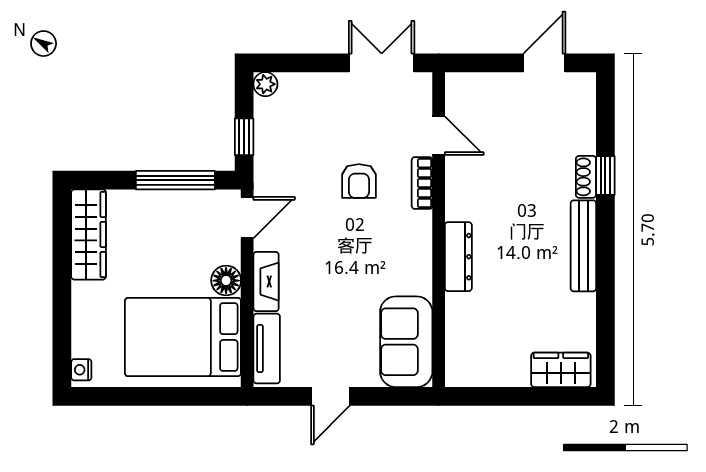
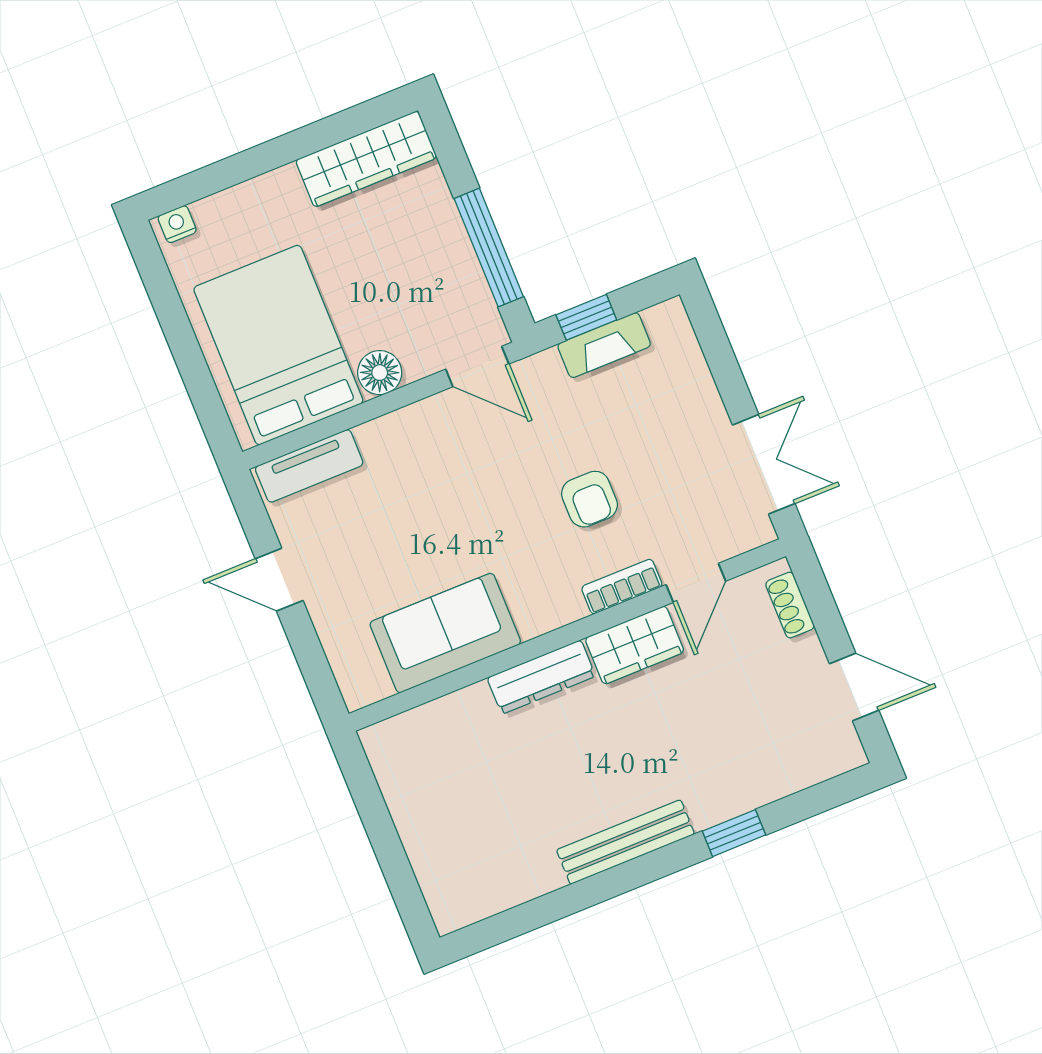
plant: (265, 84) -> (670, 317), removed
shoe rack: (586, 177) -> (790, 605), moved, turned -90
armchair: (359, 181) -> (589, 499), turned -90
fireplace: (266, 282) -> (604, 345), moved
sofa: (406, 342) -> (445, 633), moved
wardrobe: (561, 370) -> (635, 645), moved, turned 90

